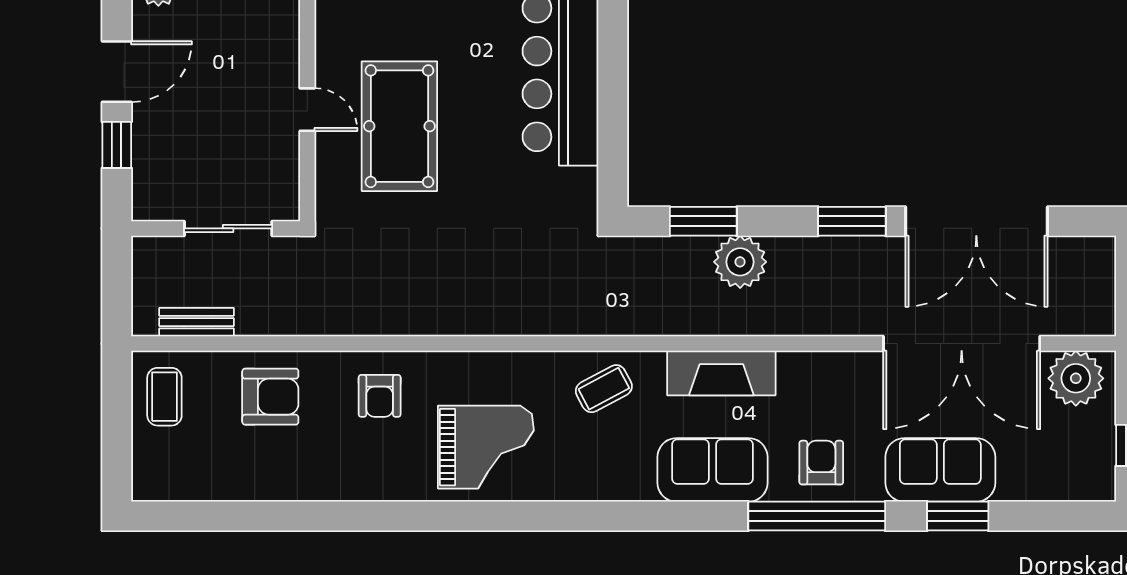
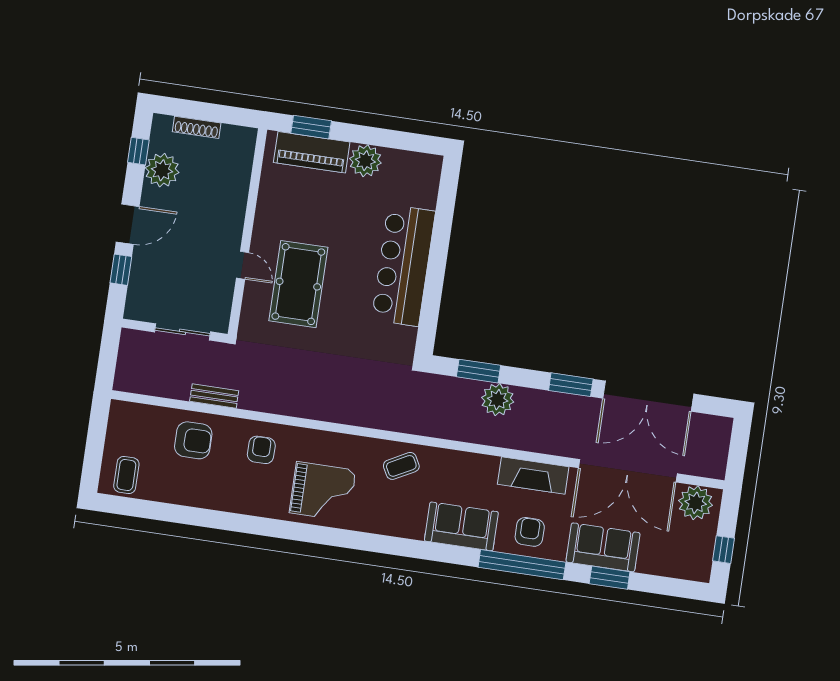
bench: (196, 322) -> (214, 396), moved
fireplace: (721, 373) -> (533, 476), moved
armchair: (380, 396) -> (261, 450), turned 180
coffee table: (164, 397) -> (126, 475), moved

